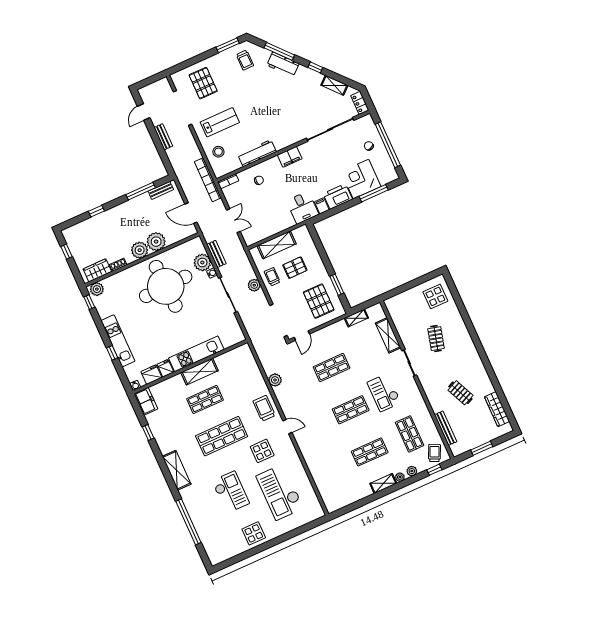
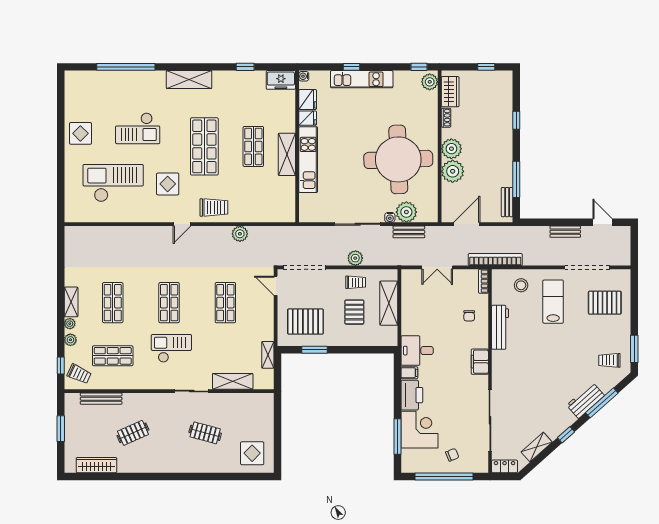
lab bench: (220, 122) -> (553, 302), turned 180

